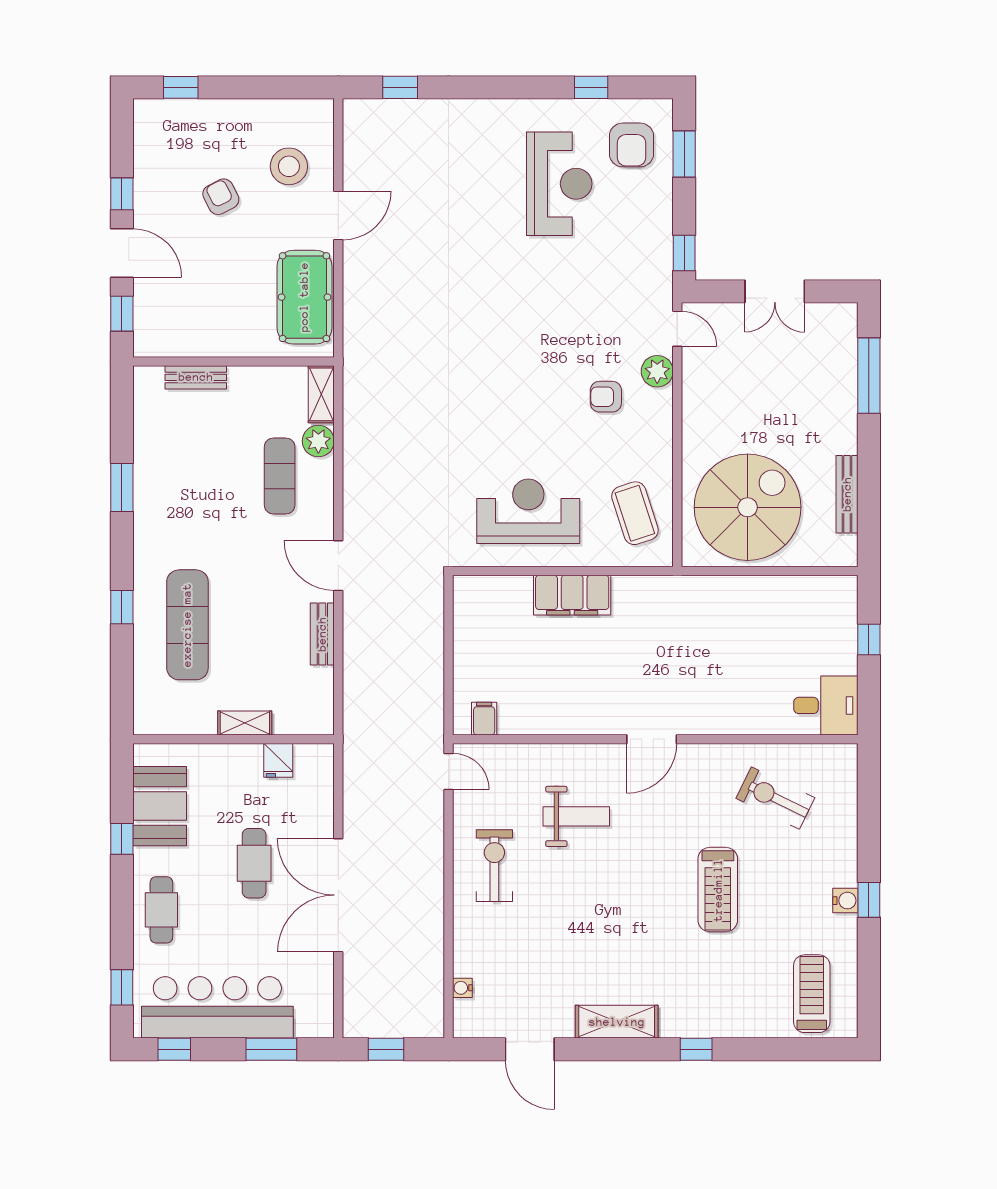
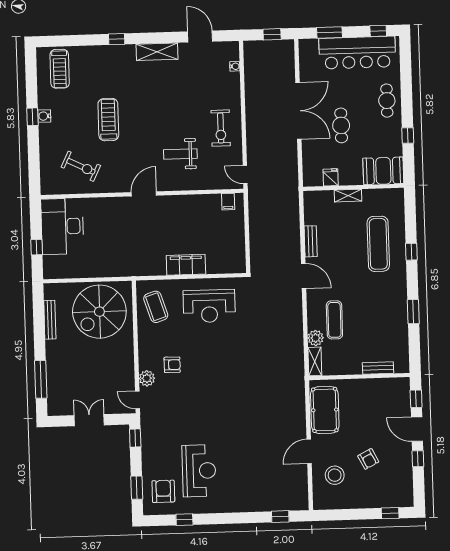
reception desk: (559, 184) -> (199, 471), turned 180
desk: (826, 705) -> (62, 226), width x1.87, depth x1.30
booth: (160, 806) -> (383, 171), moved, turned 90
window: (122, 987) -> (405, 61), removed

